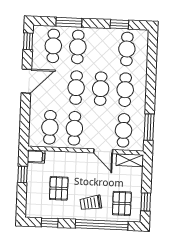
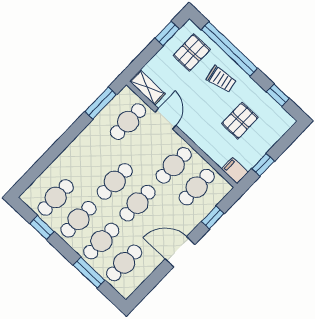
window: (28, 41) -> (213, 218), moved
cafe table: (125, 90) -> (79, 219), moved

